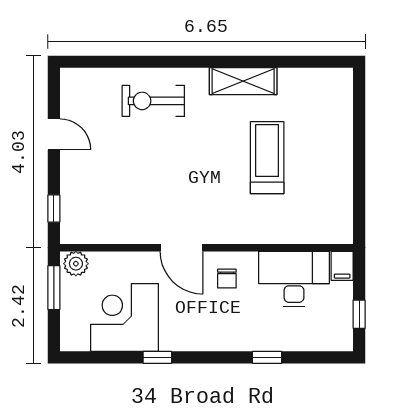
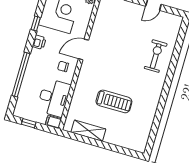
shelving: (243, 81) -> (88, 131), moved, turned 90
printer: (192, 340) -> (39, 42), added
window: (267, 357) -> (21, 75), width x3.17

